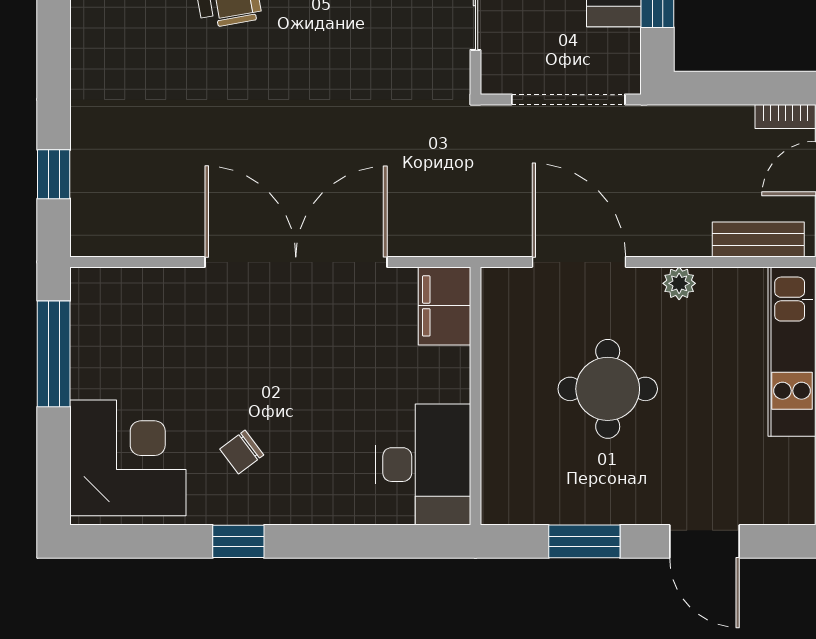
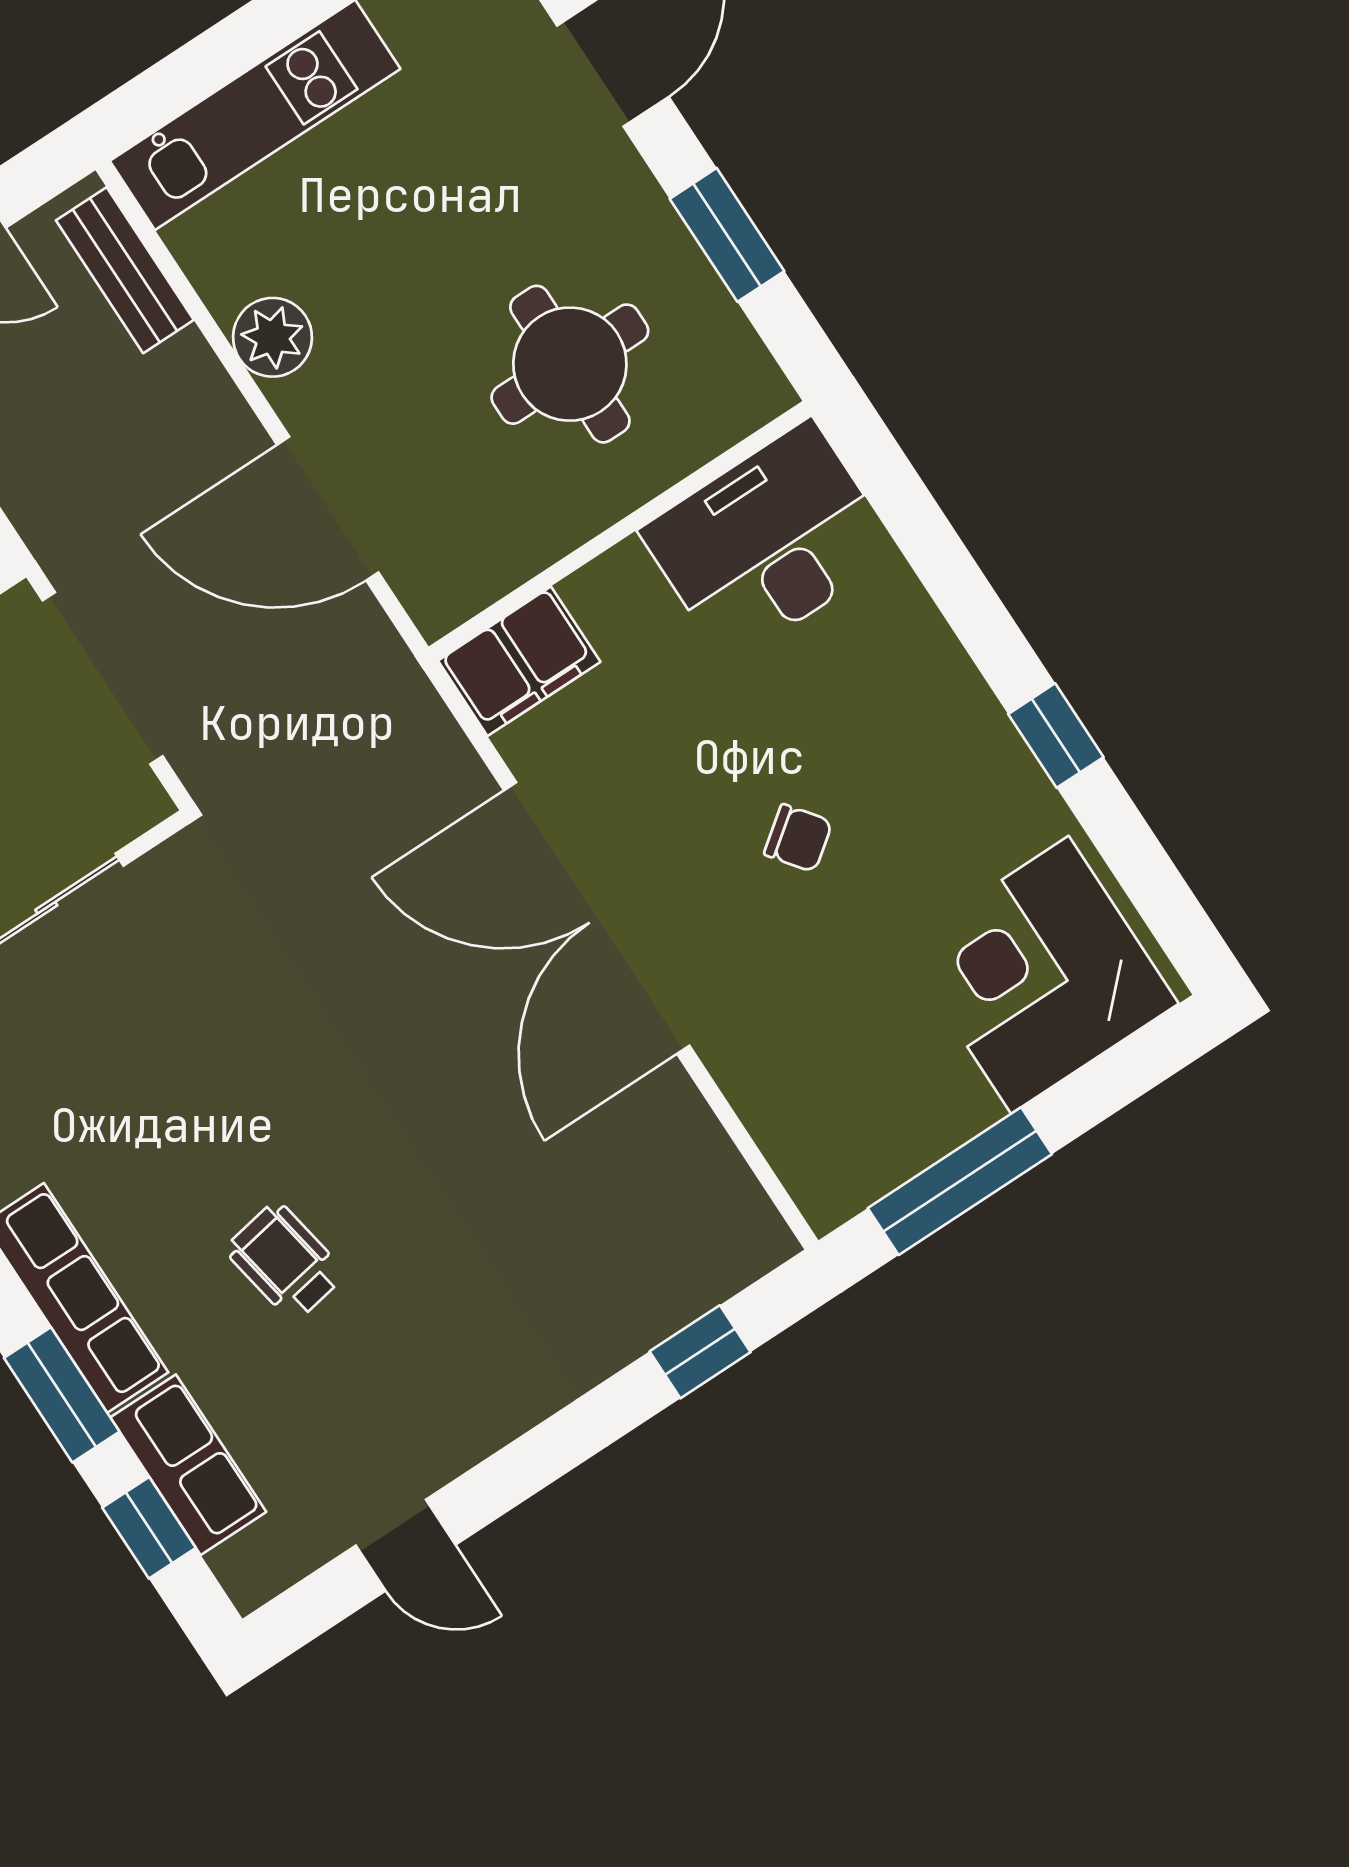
door: (579, 262) -> (328, 509), hinge flipped
plant: (679, 283) -> (272, 337), width x1.38, depth x1.38
round table: (608, 389) -> (570, 364), moved
chair: (242, 452) -> (798, 838), moved

